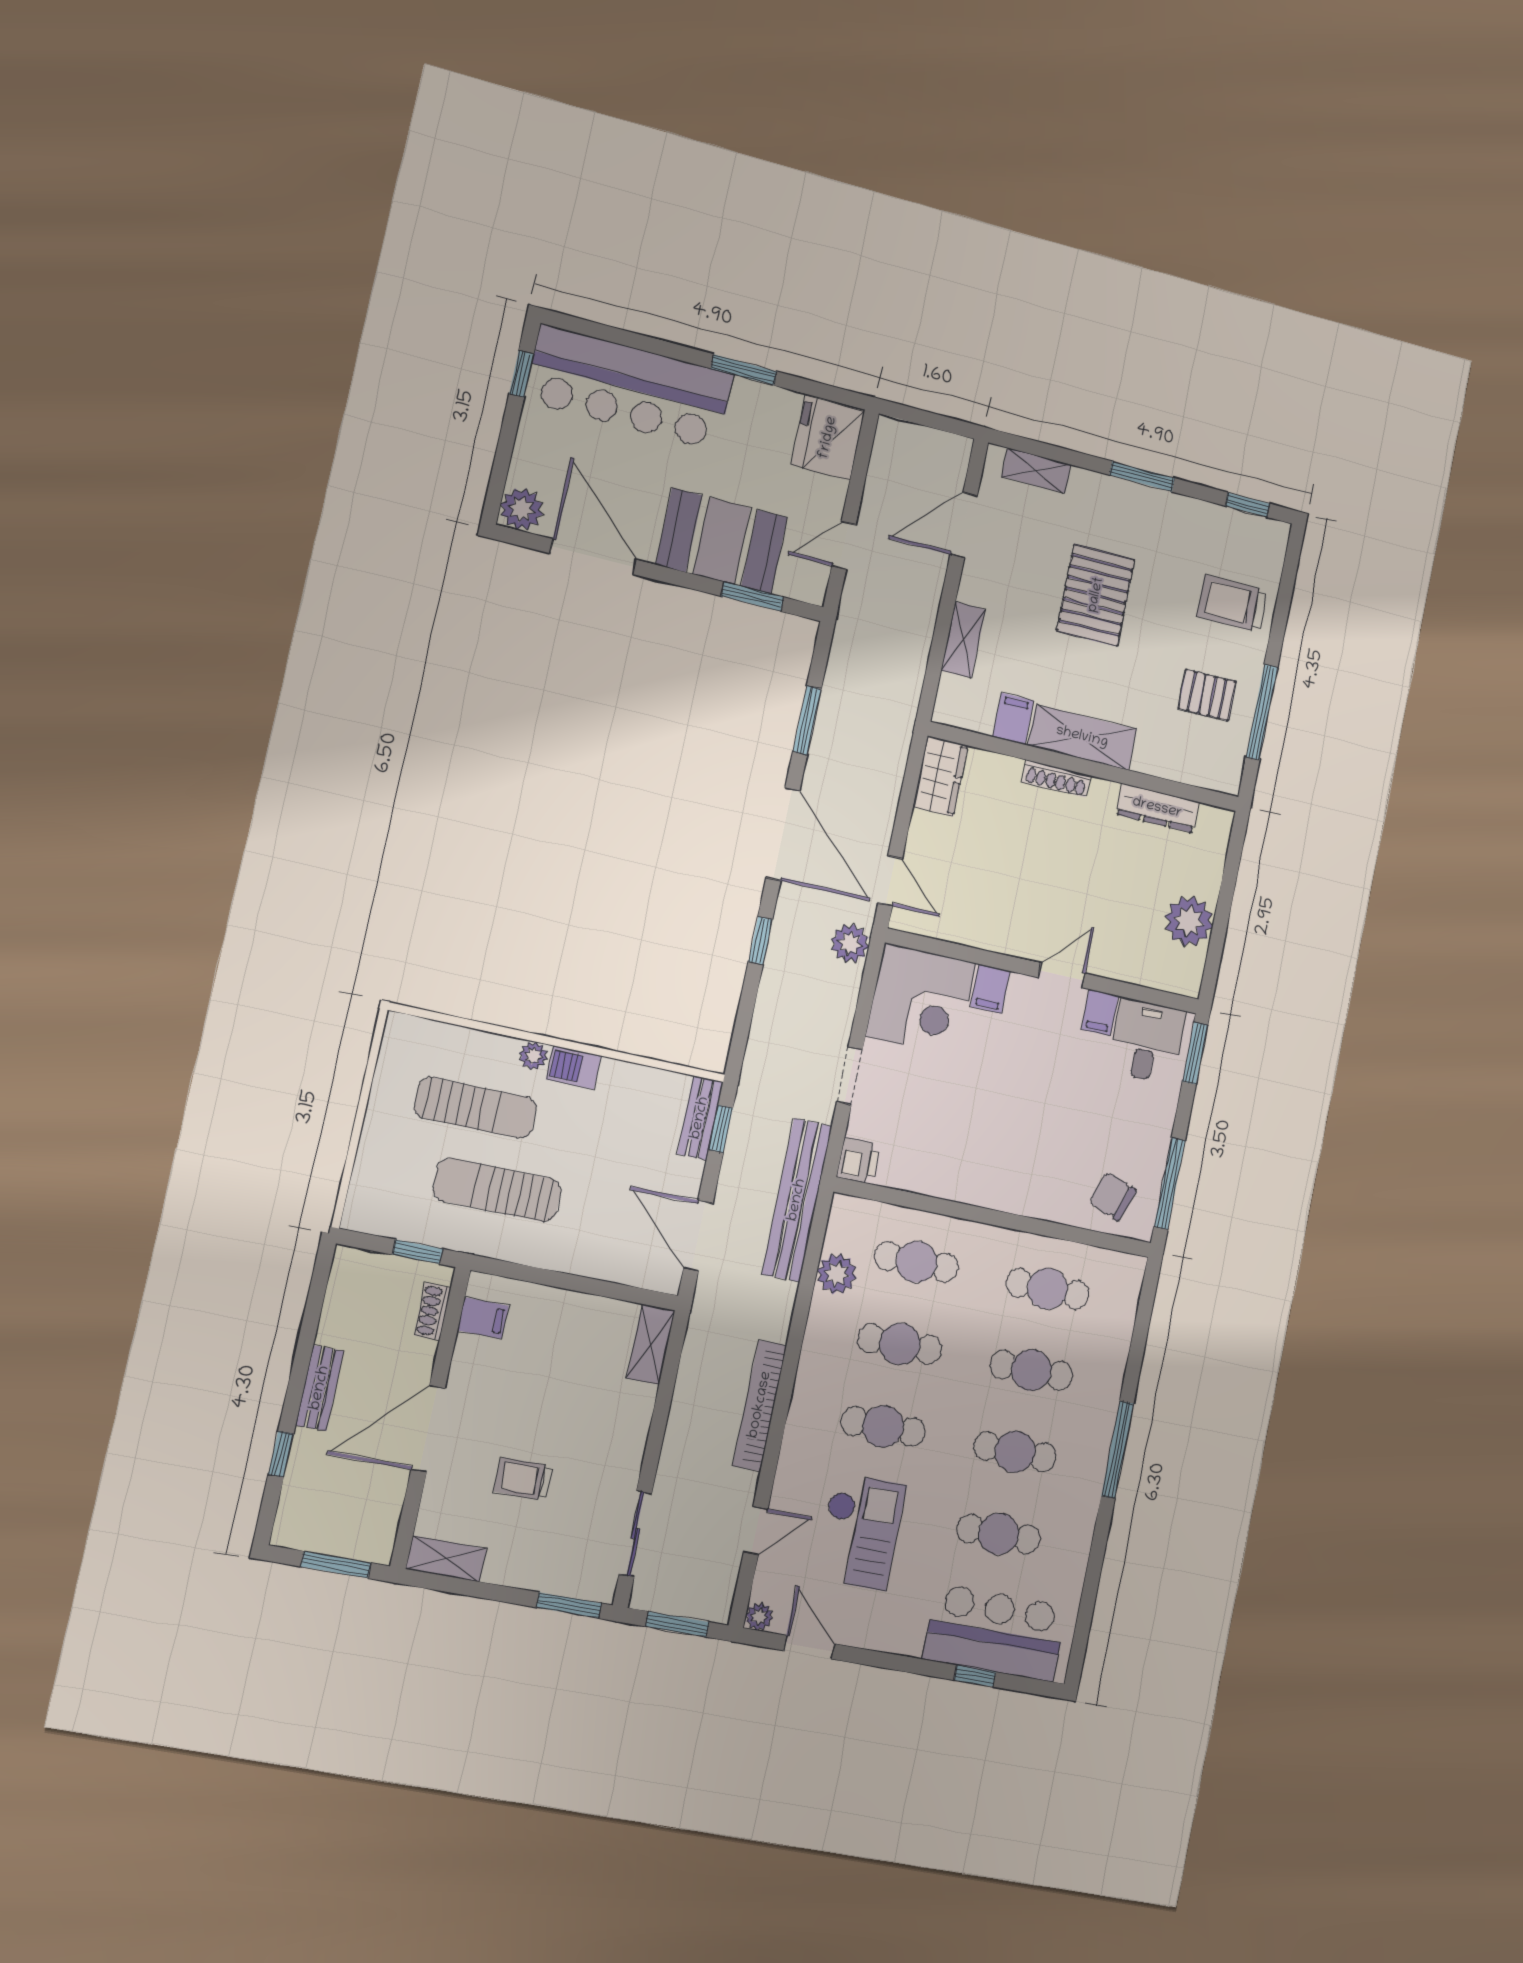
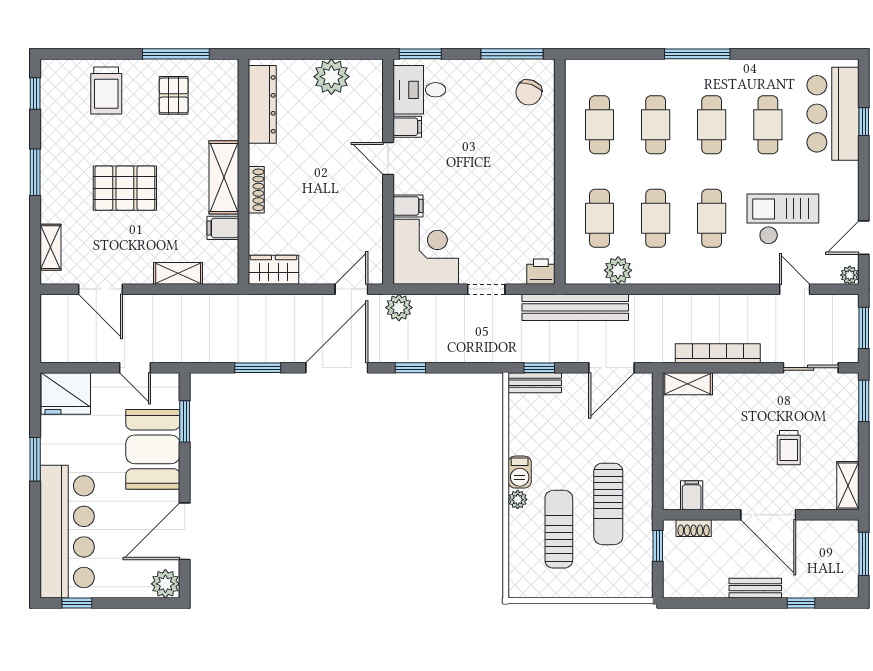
dresser: (1157, 808) -> (262, 104), width x1.37, depth x1.24
bookcase: (760, 1405) -> (718, 353), moved, turned 180

